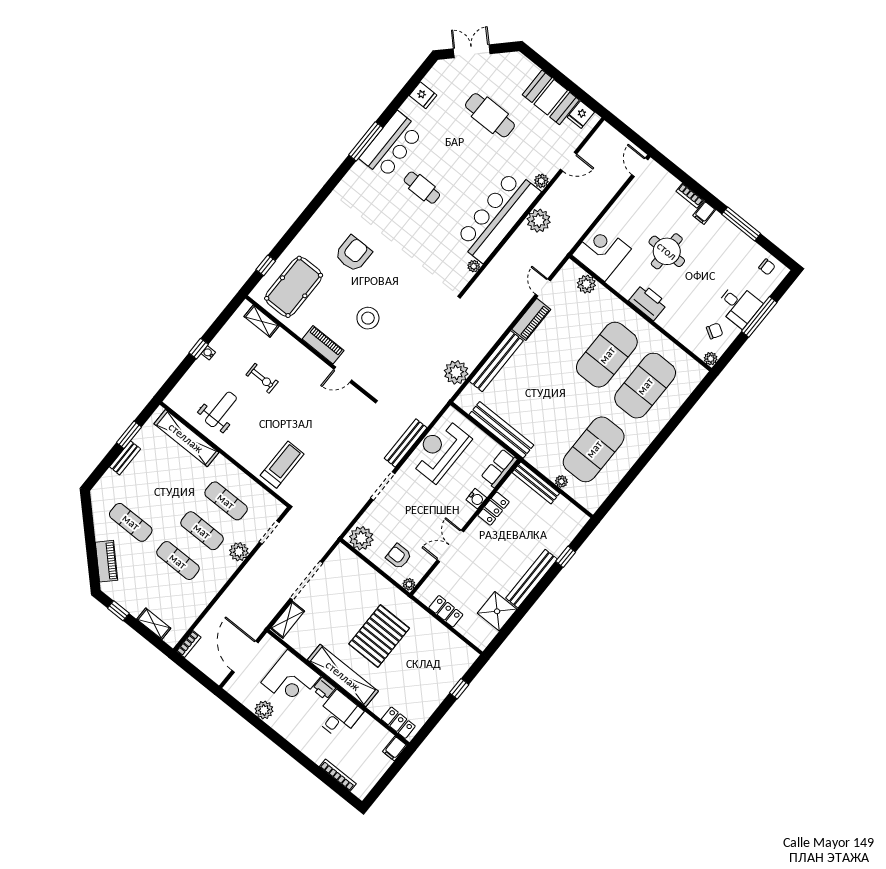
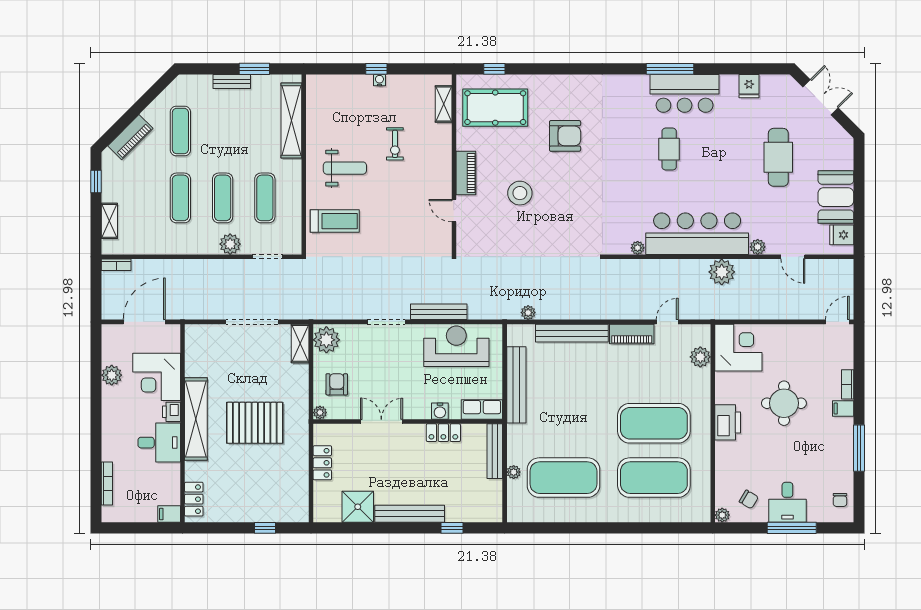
plant: (456, 372) -> (528, 313), width x0.53, depth x0.53
weight bench: (221, 409) -> (345, 168), moved
shelving: (287, 620) -> (300, 343), moved, turned 90

